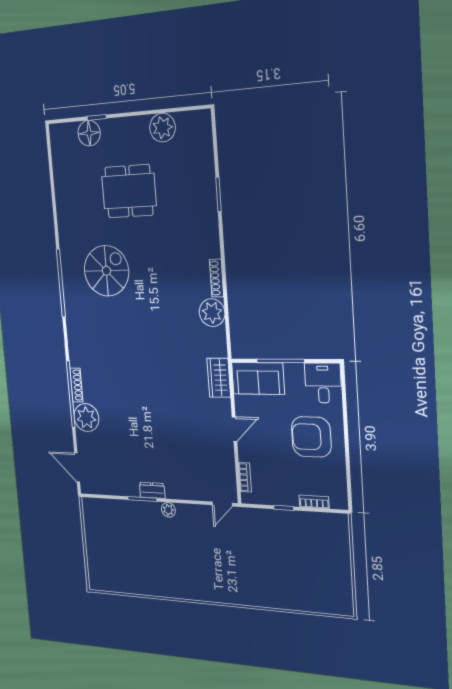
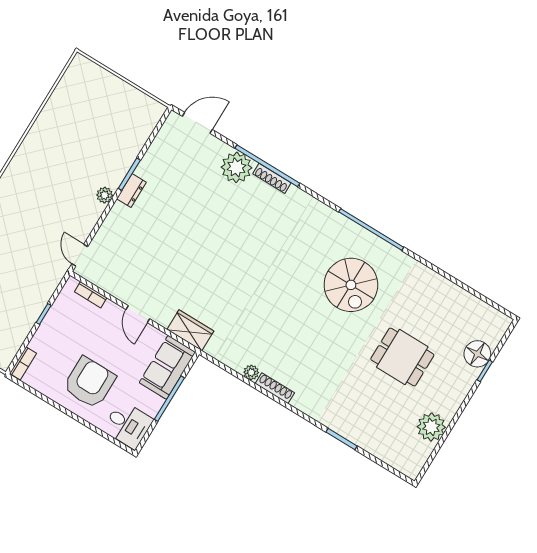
dining table: (129, 191) -> (402, 357), width x0.73
plant: (212, 313) -> (251, 372), width x0.53, depth x0.53
bookcase: (314, 502) -> (23, 363), moved

